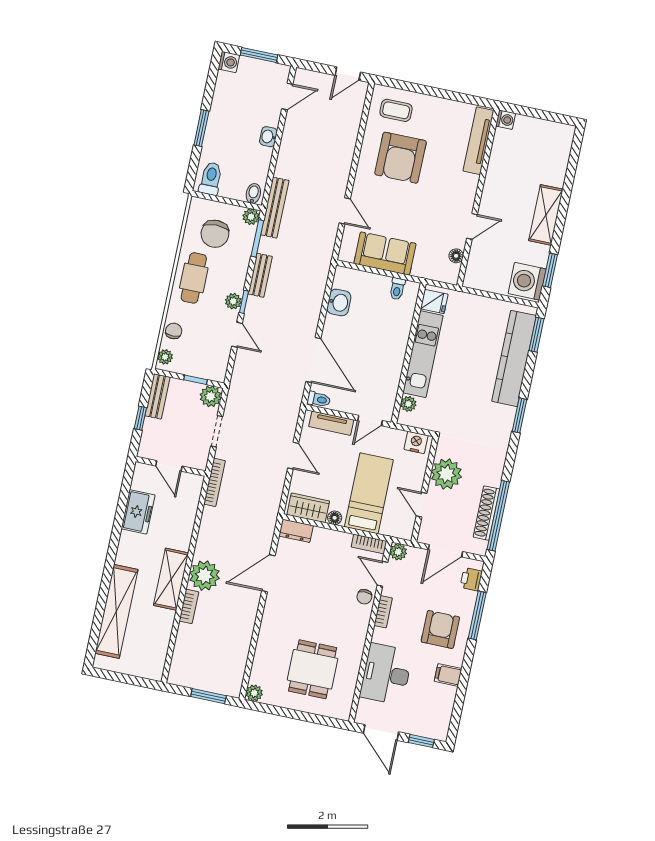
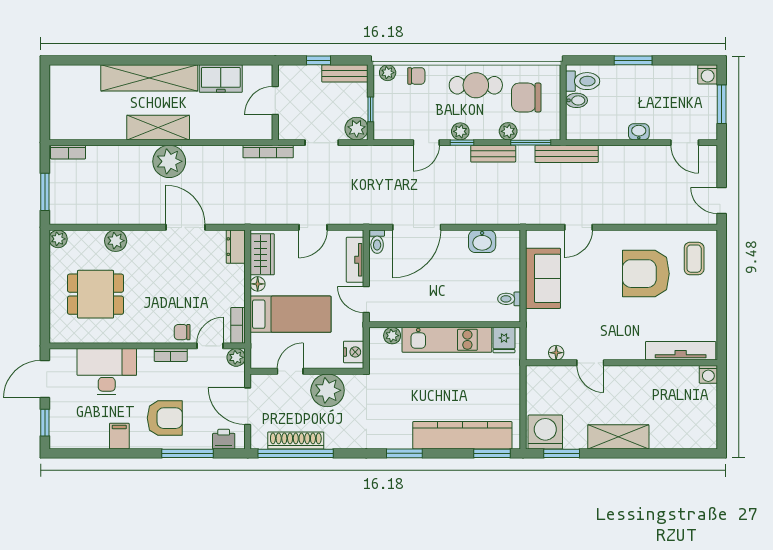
bidet: (253, 194) -> (577, 100), moved
plant: (251, 217) -> (508, 131), moved
bookcase: (189, 606) -> (68, 152), moved
shelving: (116, 611) -> (149, 78), moved
plant: (267, 640) -> (116, 241), added

